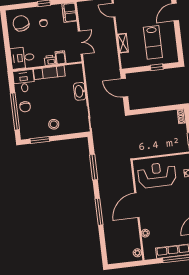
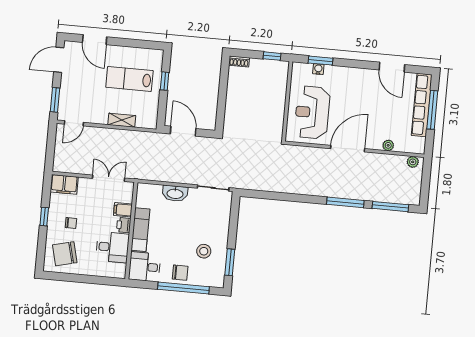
lab bench: (153, 42) -> (129, 79), turned 180
desk: (22, 58) -> (112, 247), moved, turned -90
door: (124, 88) -> (183, 131), swing flipped
stool: (54, 124) -> (204, 251), moved
window: (94, 167) -> (390, 207), moved
door: (137, 205) -> (348, 149), swing flipped

